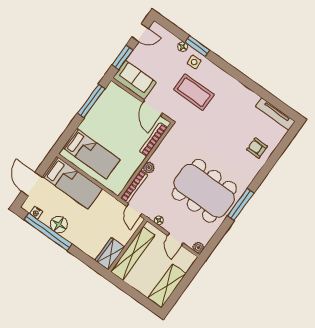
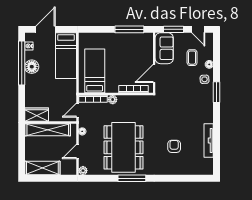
window: (197, 46) -> (217, 92), moved
coffee table: (194, 92) -> (192, 58), moved, width x0.54, depth x0.58
tv unit: (275, 114) -> (209, 140), moved
armchair: (257, 148) -> (174, 146), moved
bed: (91, 154) -> (95, 71), moved, turned 180

